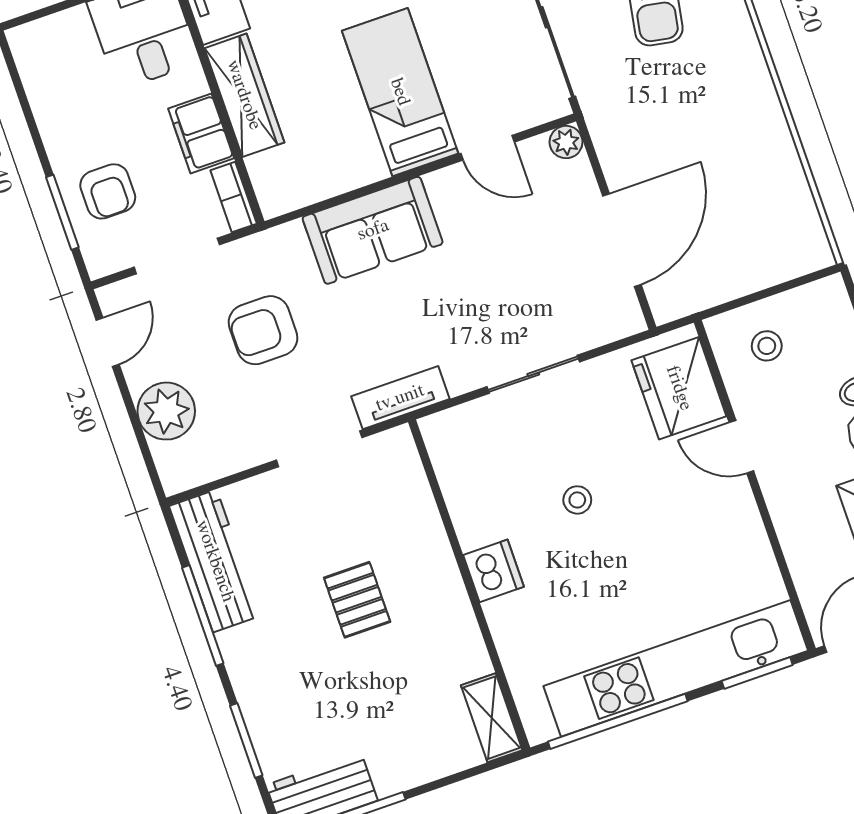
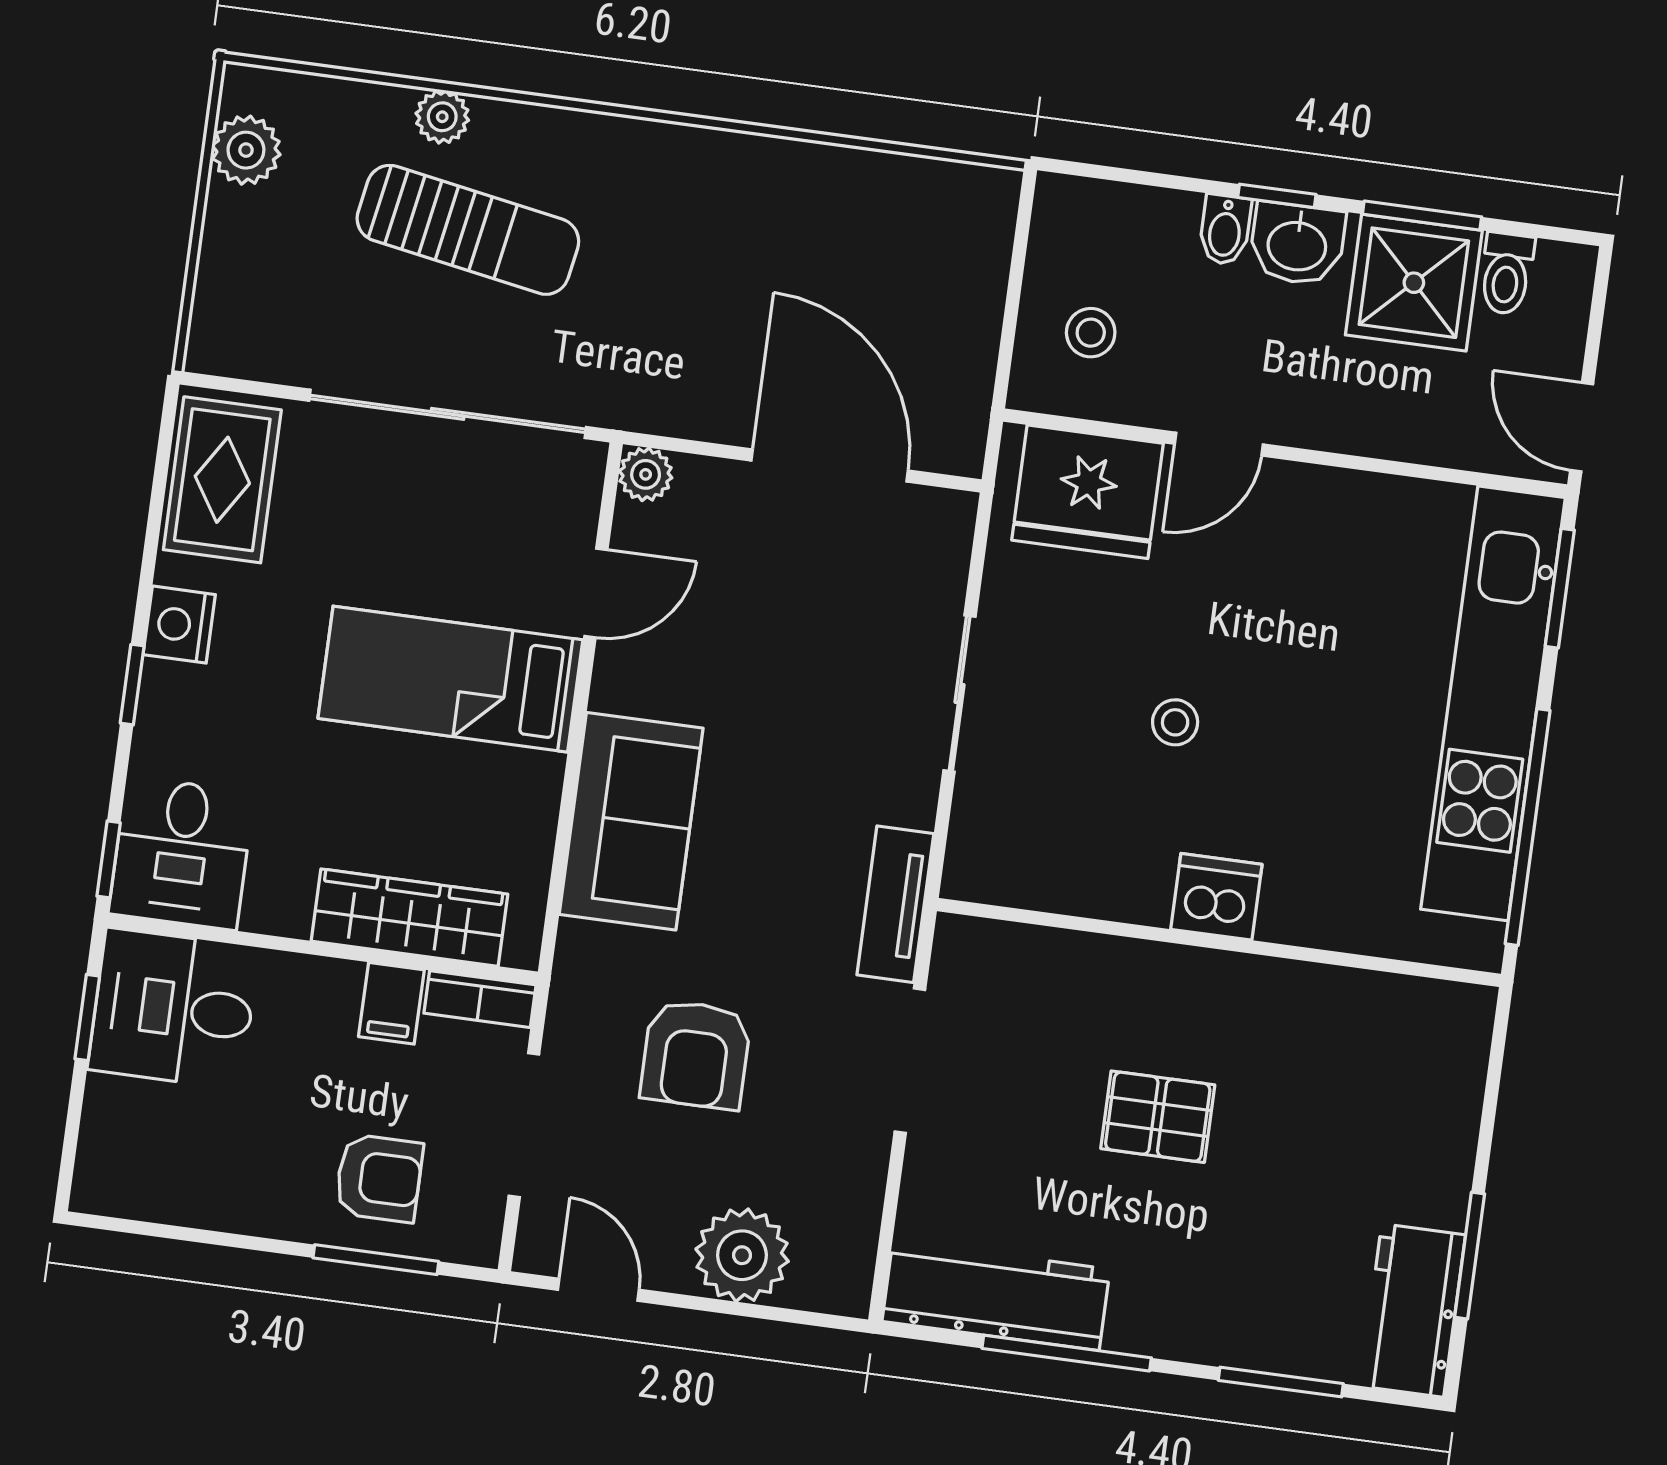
wardrobe: (244, 95) -> (409, 918), moved
filing cabinet: (201, 133) -> (391, 1003), width x0.50
shelving: (492, 718) -> (1429, 1008), removed

